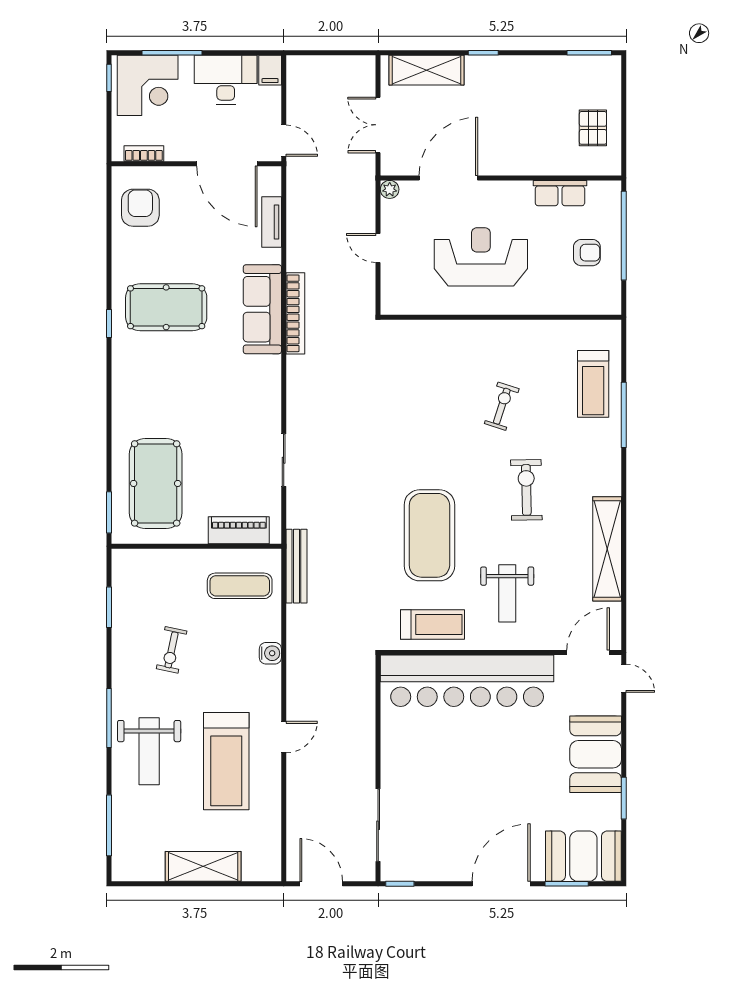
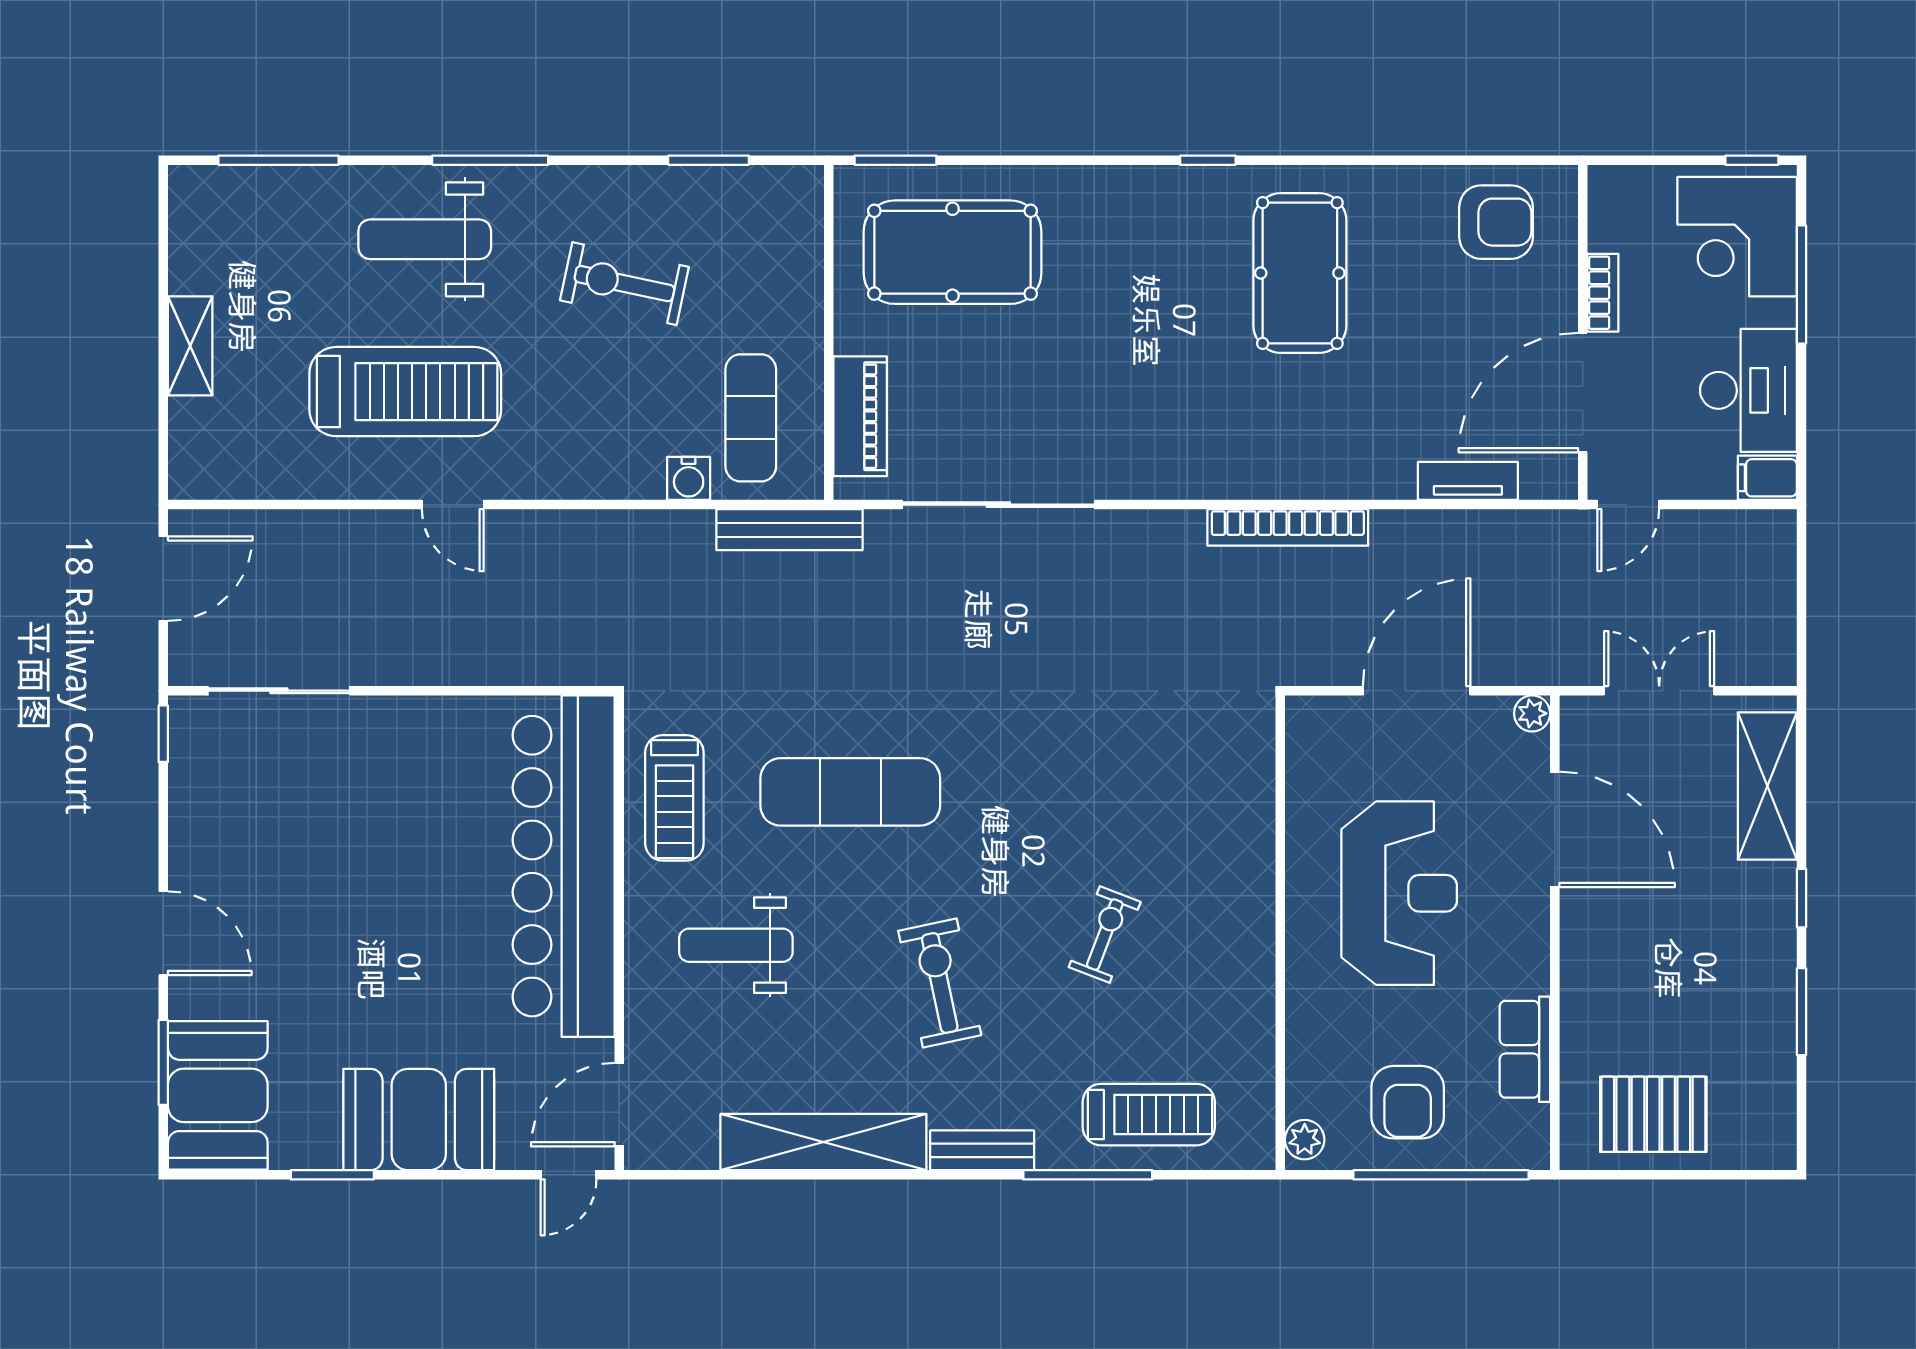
window: (589, 53) -> (1801, 1012), moved
pallet: (593, 128) -> (1653, 1114), width x1.50, depth x1.42
bookcase: (144, 153) -> (1603, 293), moved
door: (378, 248) -> (1417, 691), width x1.88
armchair: (587, 253) -> (1408, 1102), width x1.38, depth x1.38
plant: (606, 305) -> (1305, 1140), added
sofa: (262, 309) -> (1296, 463), removed
window: (109, 323) -> (1208, 160), moved
treadmill: (593, 384) -> (1149, 1115), turned 180
exercise bike: (502, 406) -> (1105, 935), turned -87
sliding door: (284, 460) -> (998, 505), width x1.86
bench: (611, 468) -> (982, 1150), added
exercise bike: (526, 490) -> (940, 983), turned -101
exercise mat: (429, 535) -> (850, 792), width x0.68
exercise bike: (172, 650) -> (624, 284), width x1.38, depth x1.39
door: (588, 652) -> (619, 1105), swing flipped
water cooler: (270, 653) -> (689, 478), moved
treadmill: (226, 761) -> (405, 392), turned 180
shelving: (203, 866) -> (190, 346), width x0.67, depth x0.75
door: (501, 884) -> (163, 933), width x0.73

